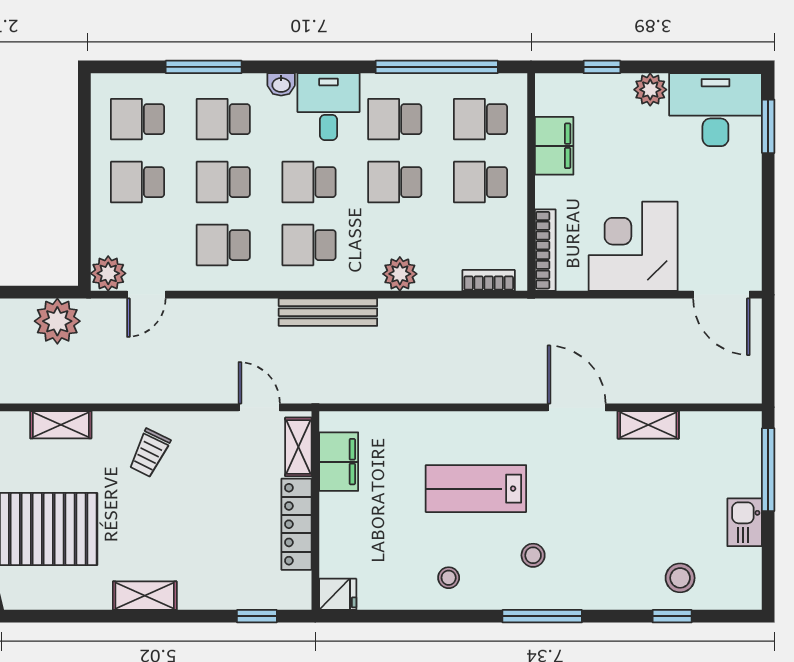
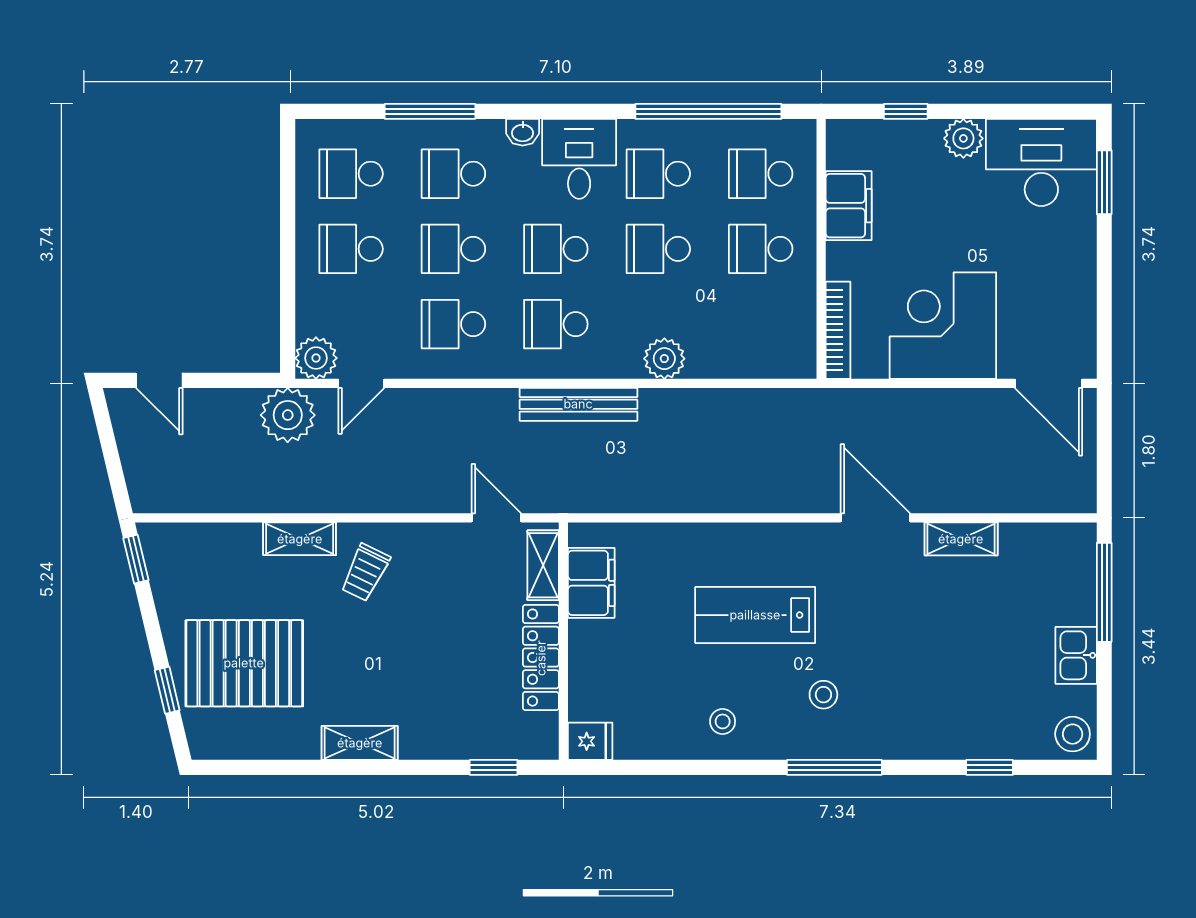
bookcase: (489, 280) -> (770, 366), removed
plant: (57, 321) -> (288, 415), moved
shelving: (61, 425) -> (300, 539), moved
stool: (680, 578) -> (1073, 734), moved

